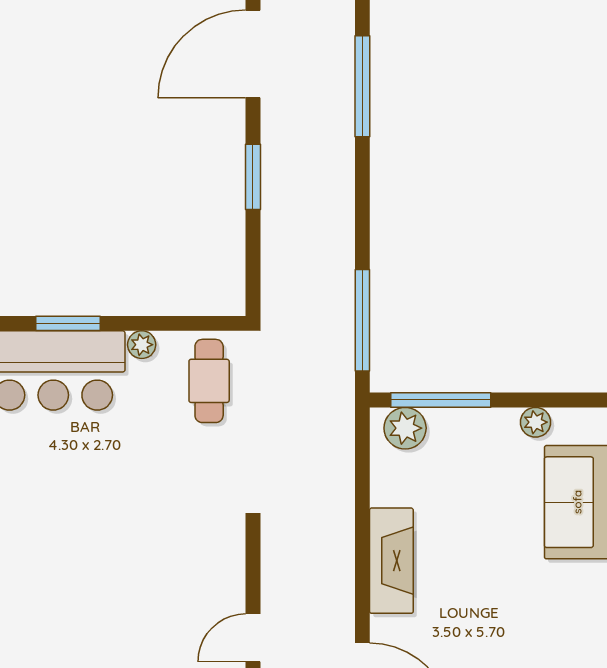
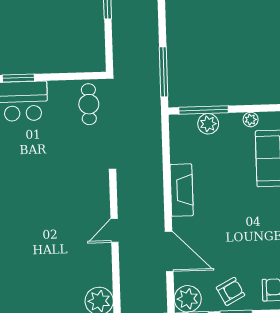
plant: (142, 345) -> (55, 87), removed
plant: (405, 428) -> (208, 124), moved

